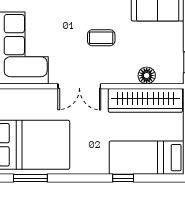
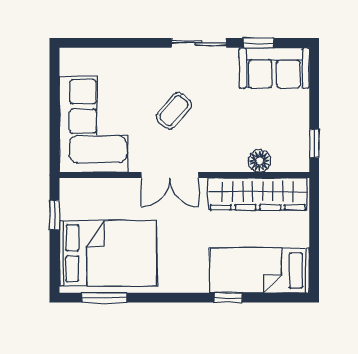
coffee table: (101, 38) -> (174, 111), moved, turned -49

